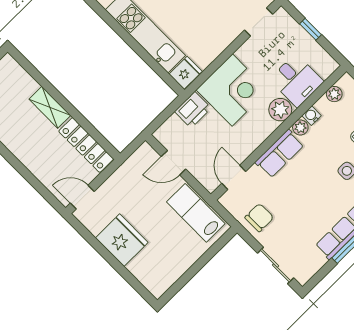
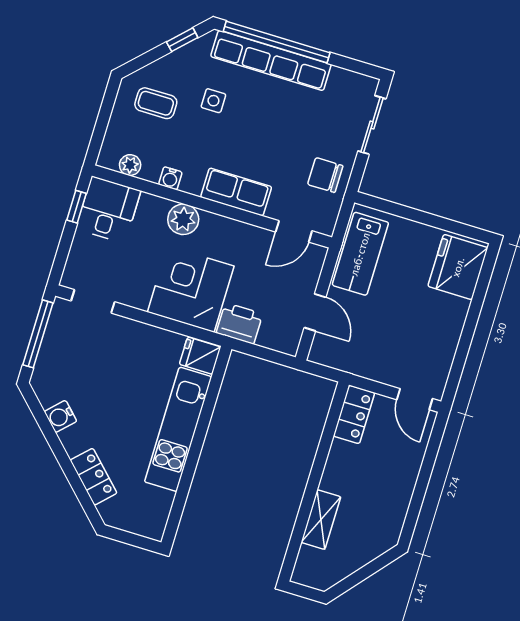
window: (310, 29) -> (77, 207), moved
desk: (296, 80) -> (108, 210), moved
shelving: (50, 107) -> (321, 520), moved
plant: (300, 127) -> (192, 184), removed
locker: (86, 145) -> (354, 414), width x0.66
fridge: (122, 240) -> (458, 267), moved

